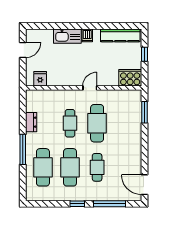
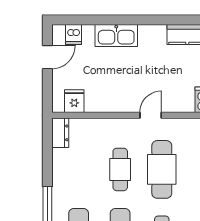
dishwasher: (87, 35) -> (73, 35), moved
dresser: (31, 122) -> (60, 133), moved

